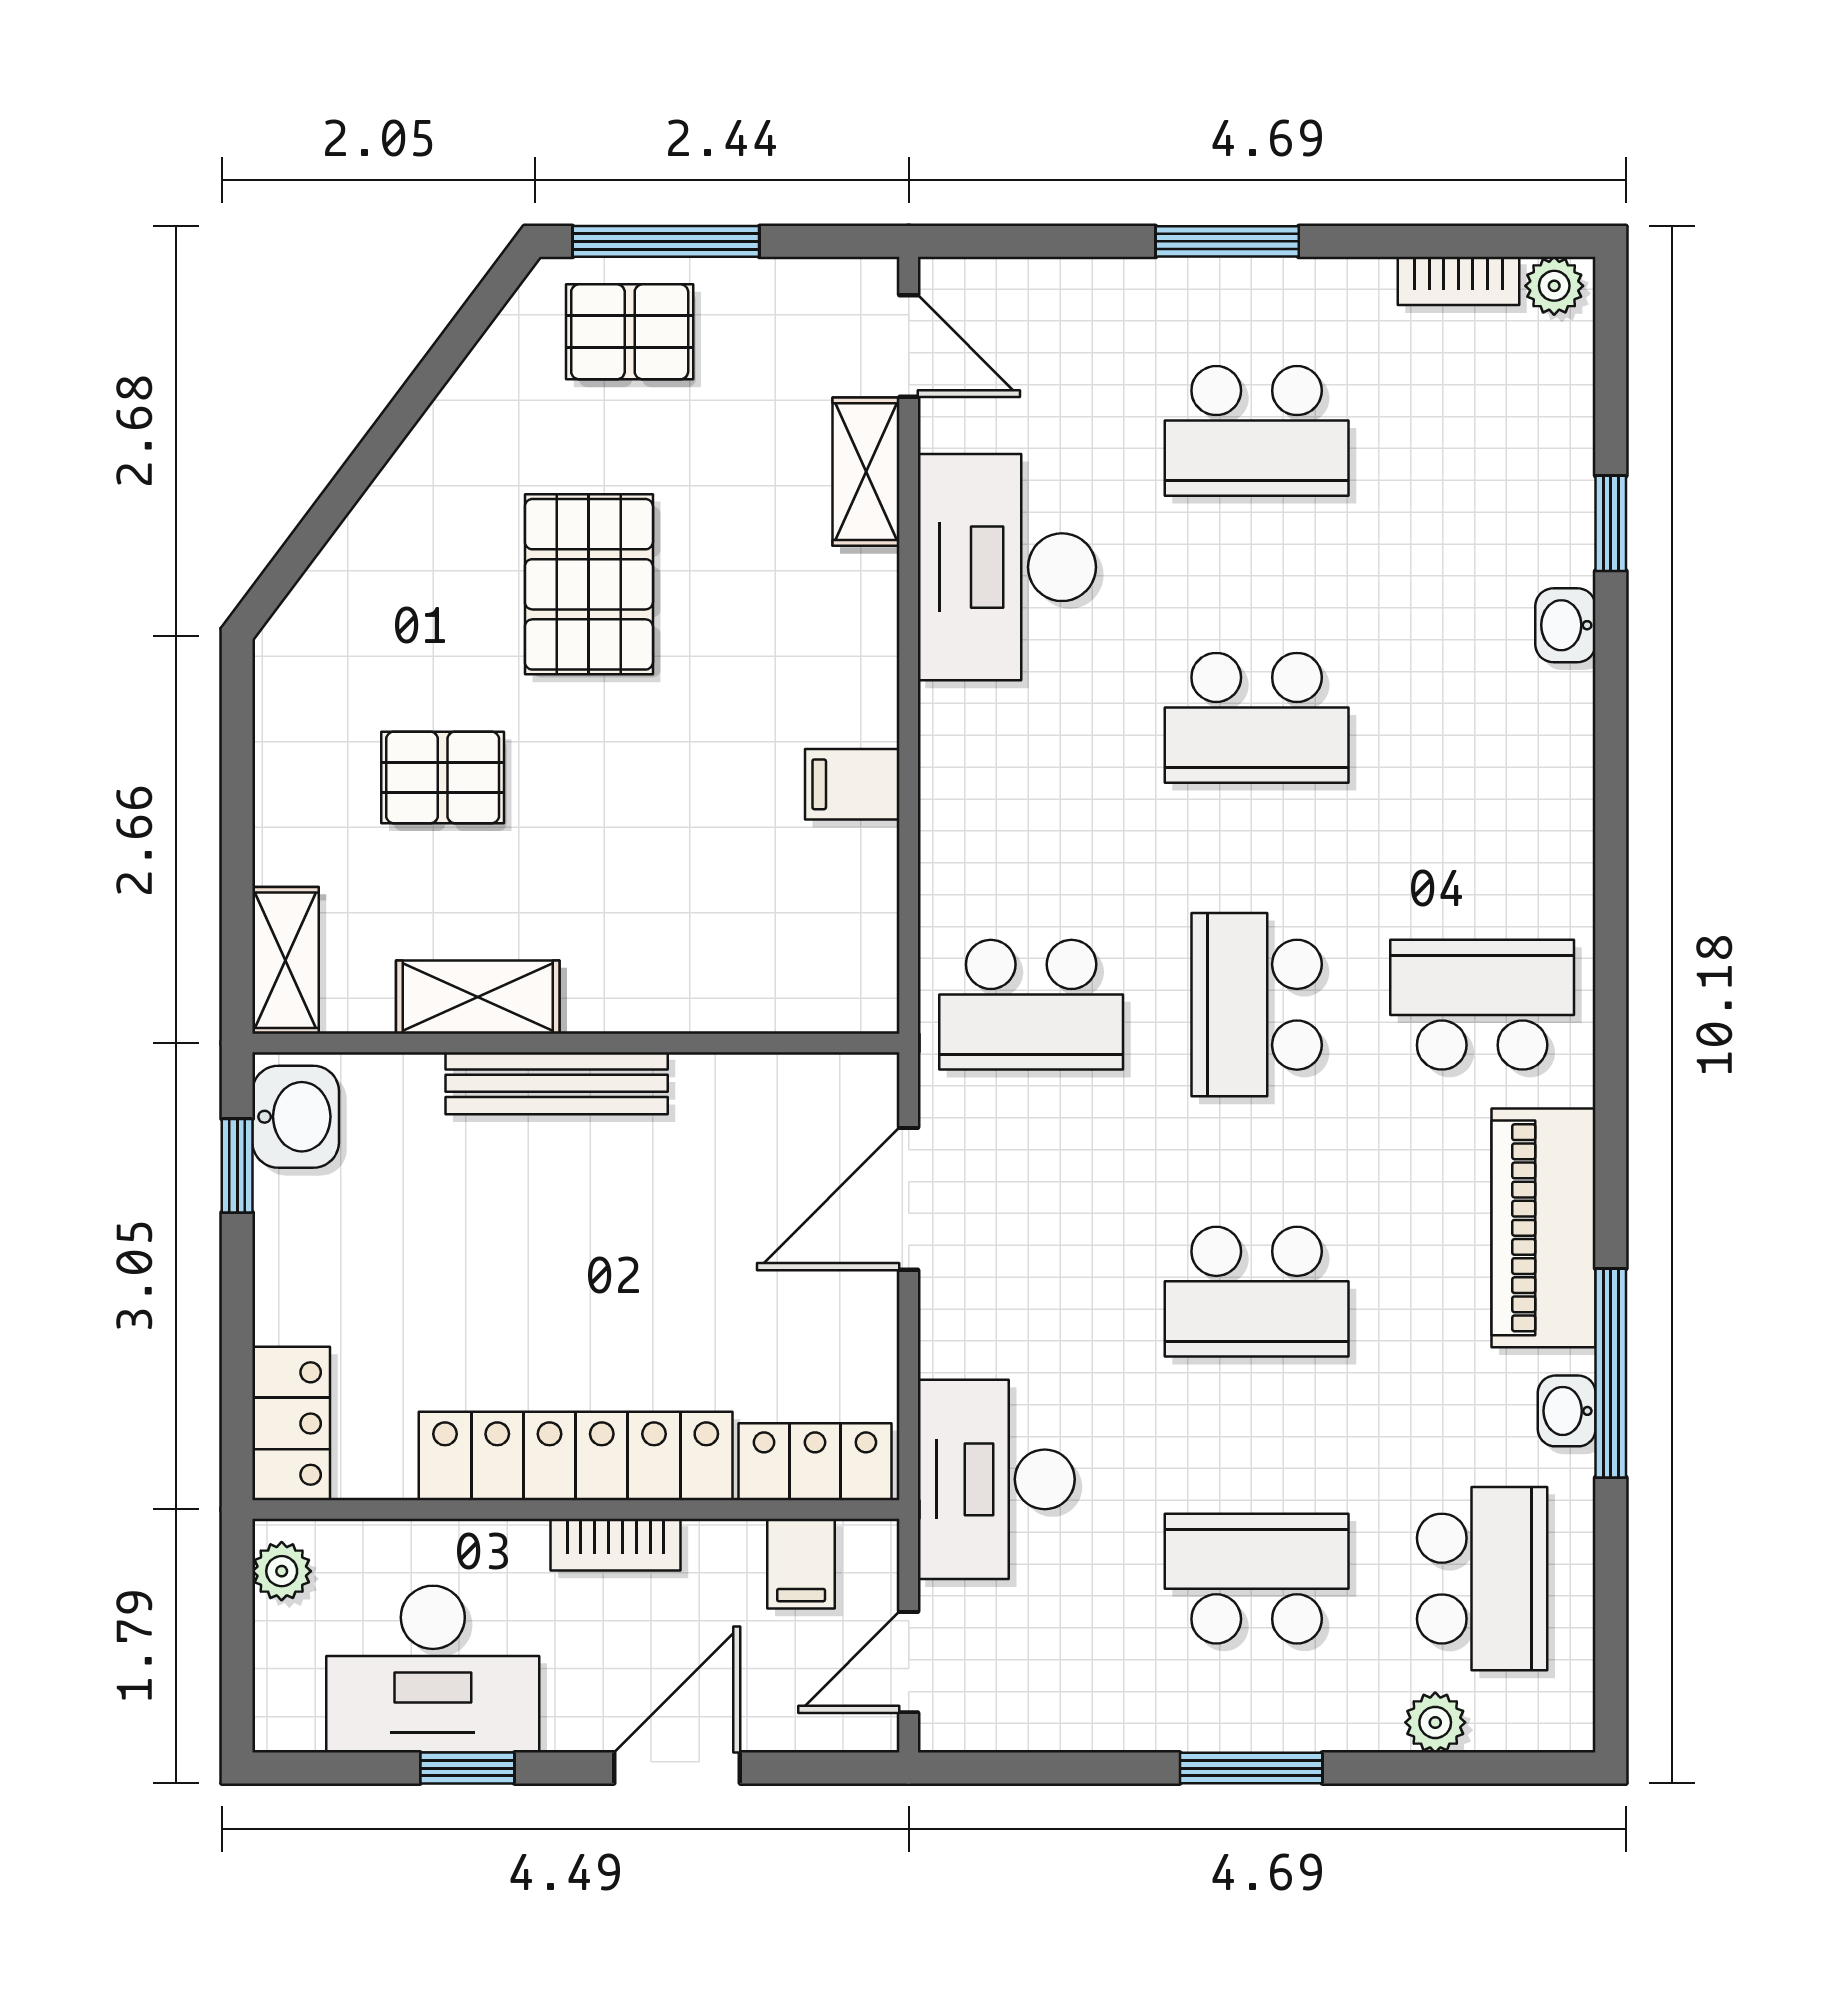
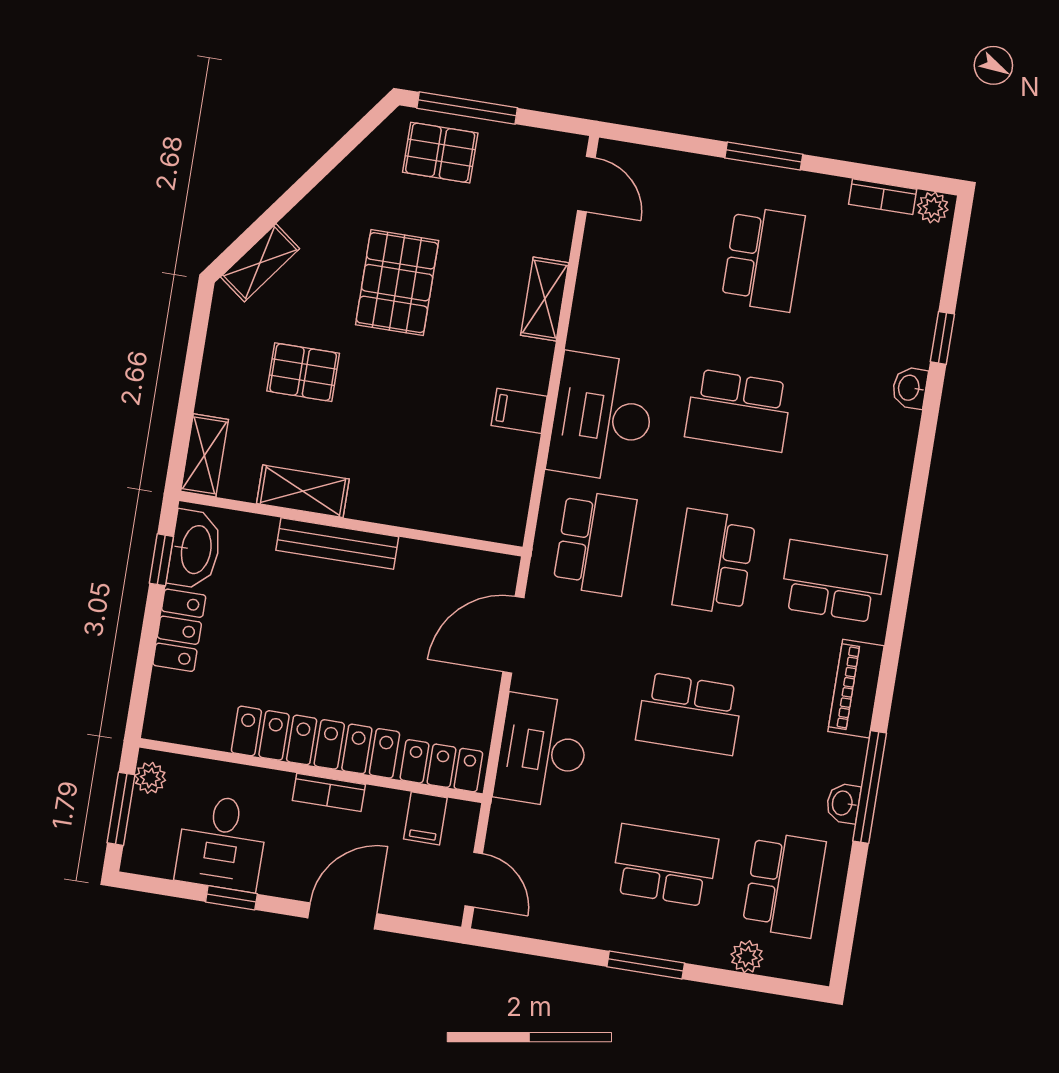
school desk: (1257, 431) -> (763, 259), turned -90
shelving: (866, 472) -> (545, 299), moved
desk: (1007, 567) -> (602, 417), moved
shelving: (330, 589) -> (260, 263), added
school desk: (1031, 1005) -> (595, 543), turned -90
washbasin: (296, 1117) -> (195, 549), width x1.38
piano: (1543, 1228) -> (856, 689), width x0.73, depth x0.75
locker: (291, 1424) -> (179, 630), moved
desk: (996, 1479) -> (542, 751), moved
window: (237, 1637) -> (121, 809), added
door: (909, 1662) -> (474, 880), swing flipped
desk: (433, 1669) -> (222, 843), width x0.73

